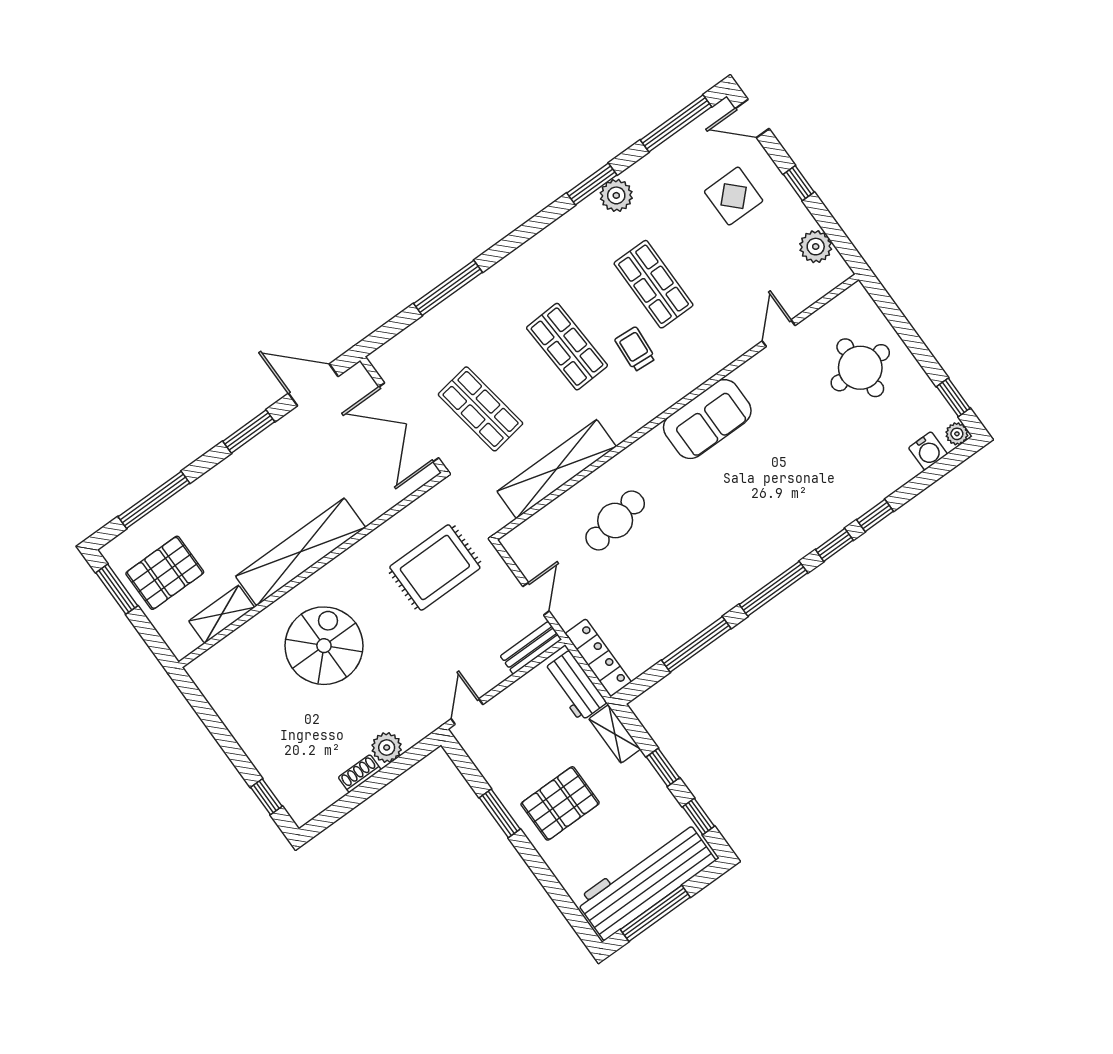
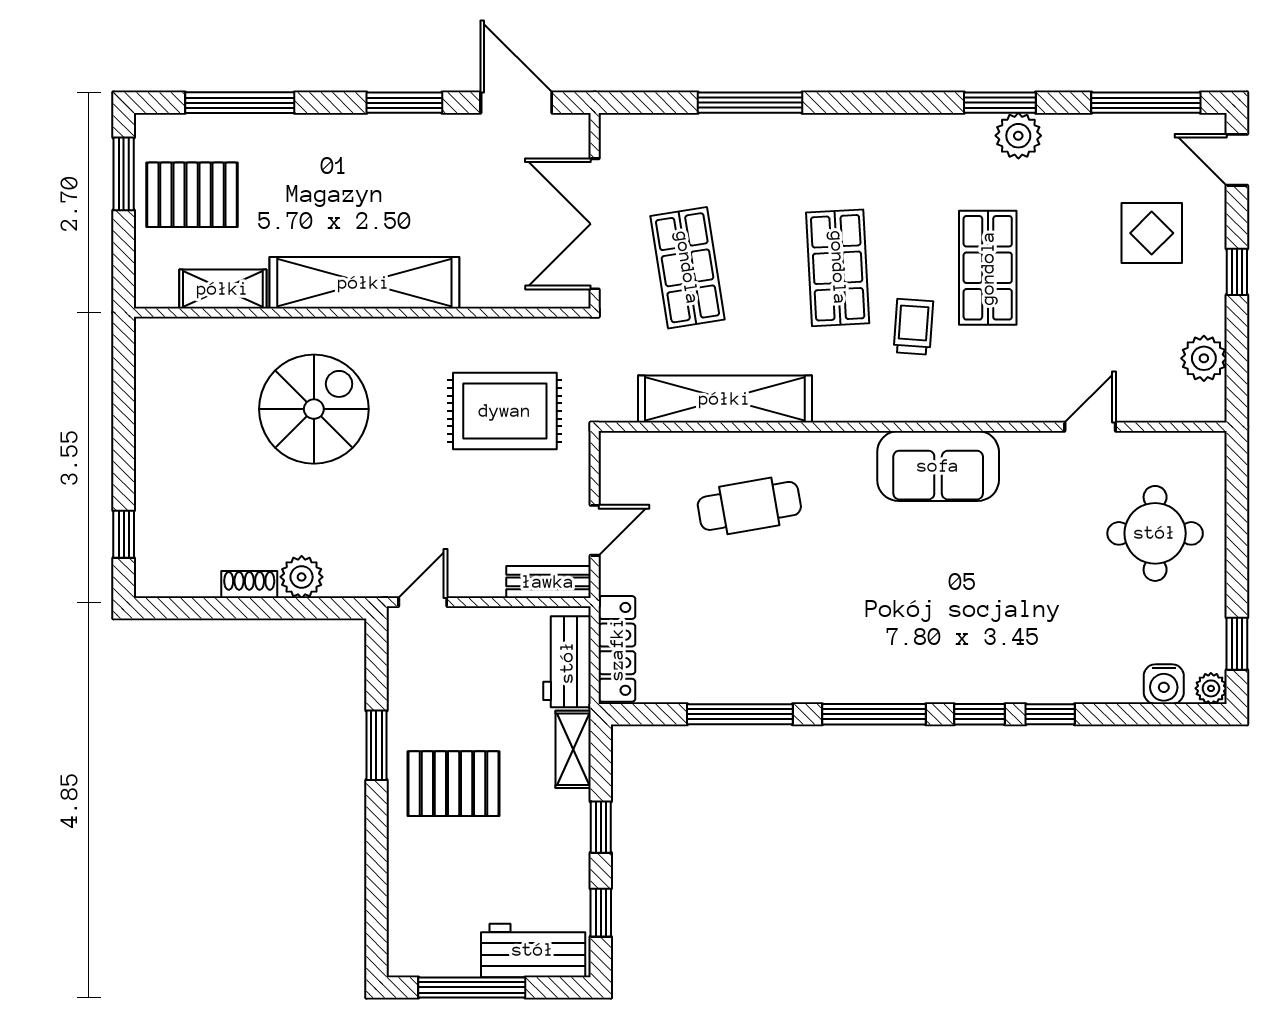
workbench: (645, 880) -> (533, 950), width x0.53, depth x0.76

